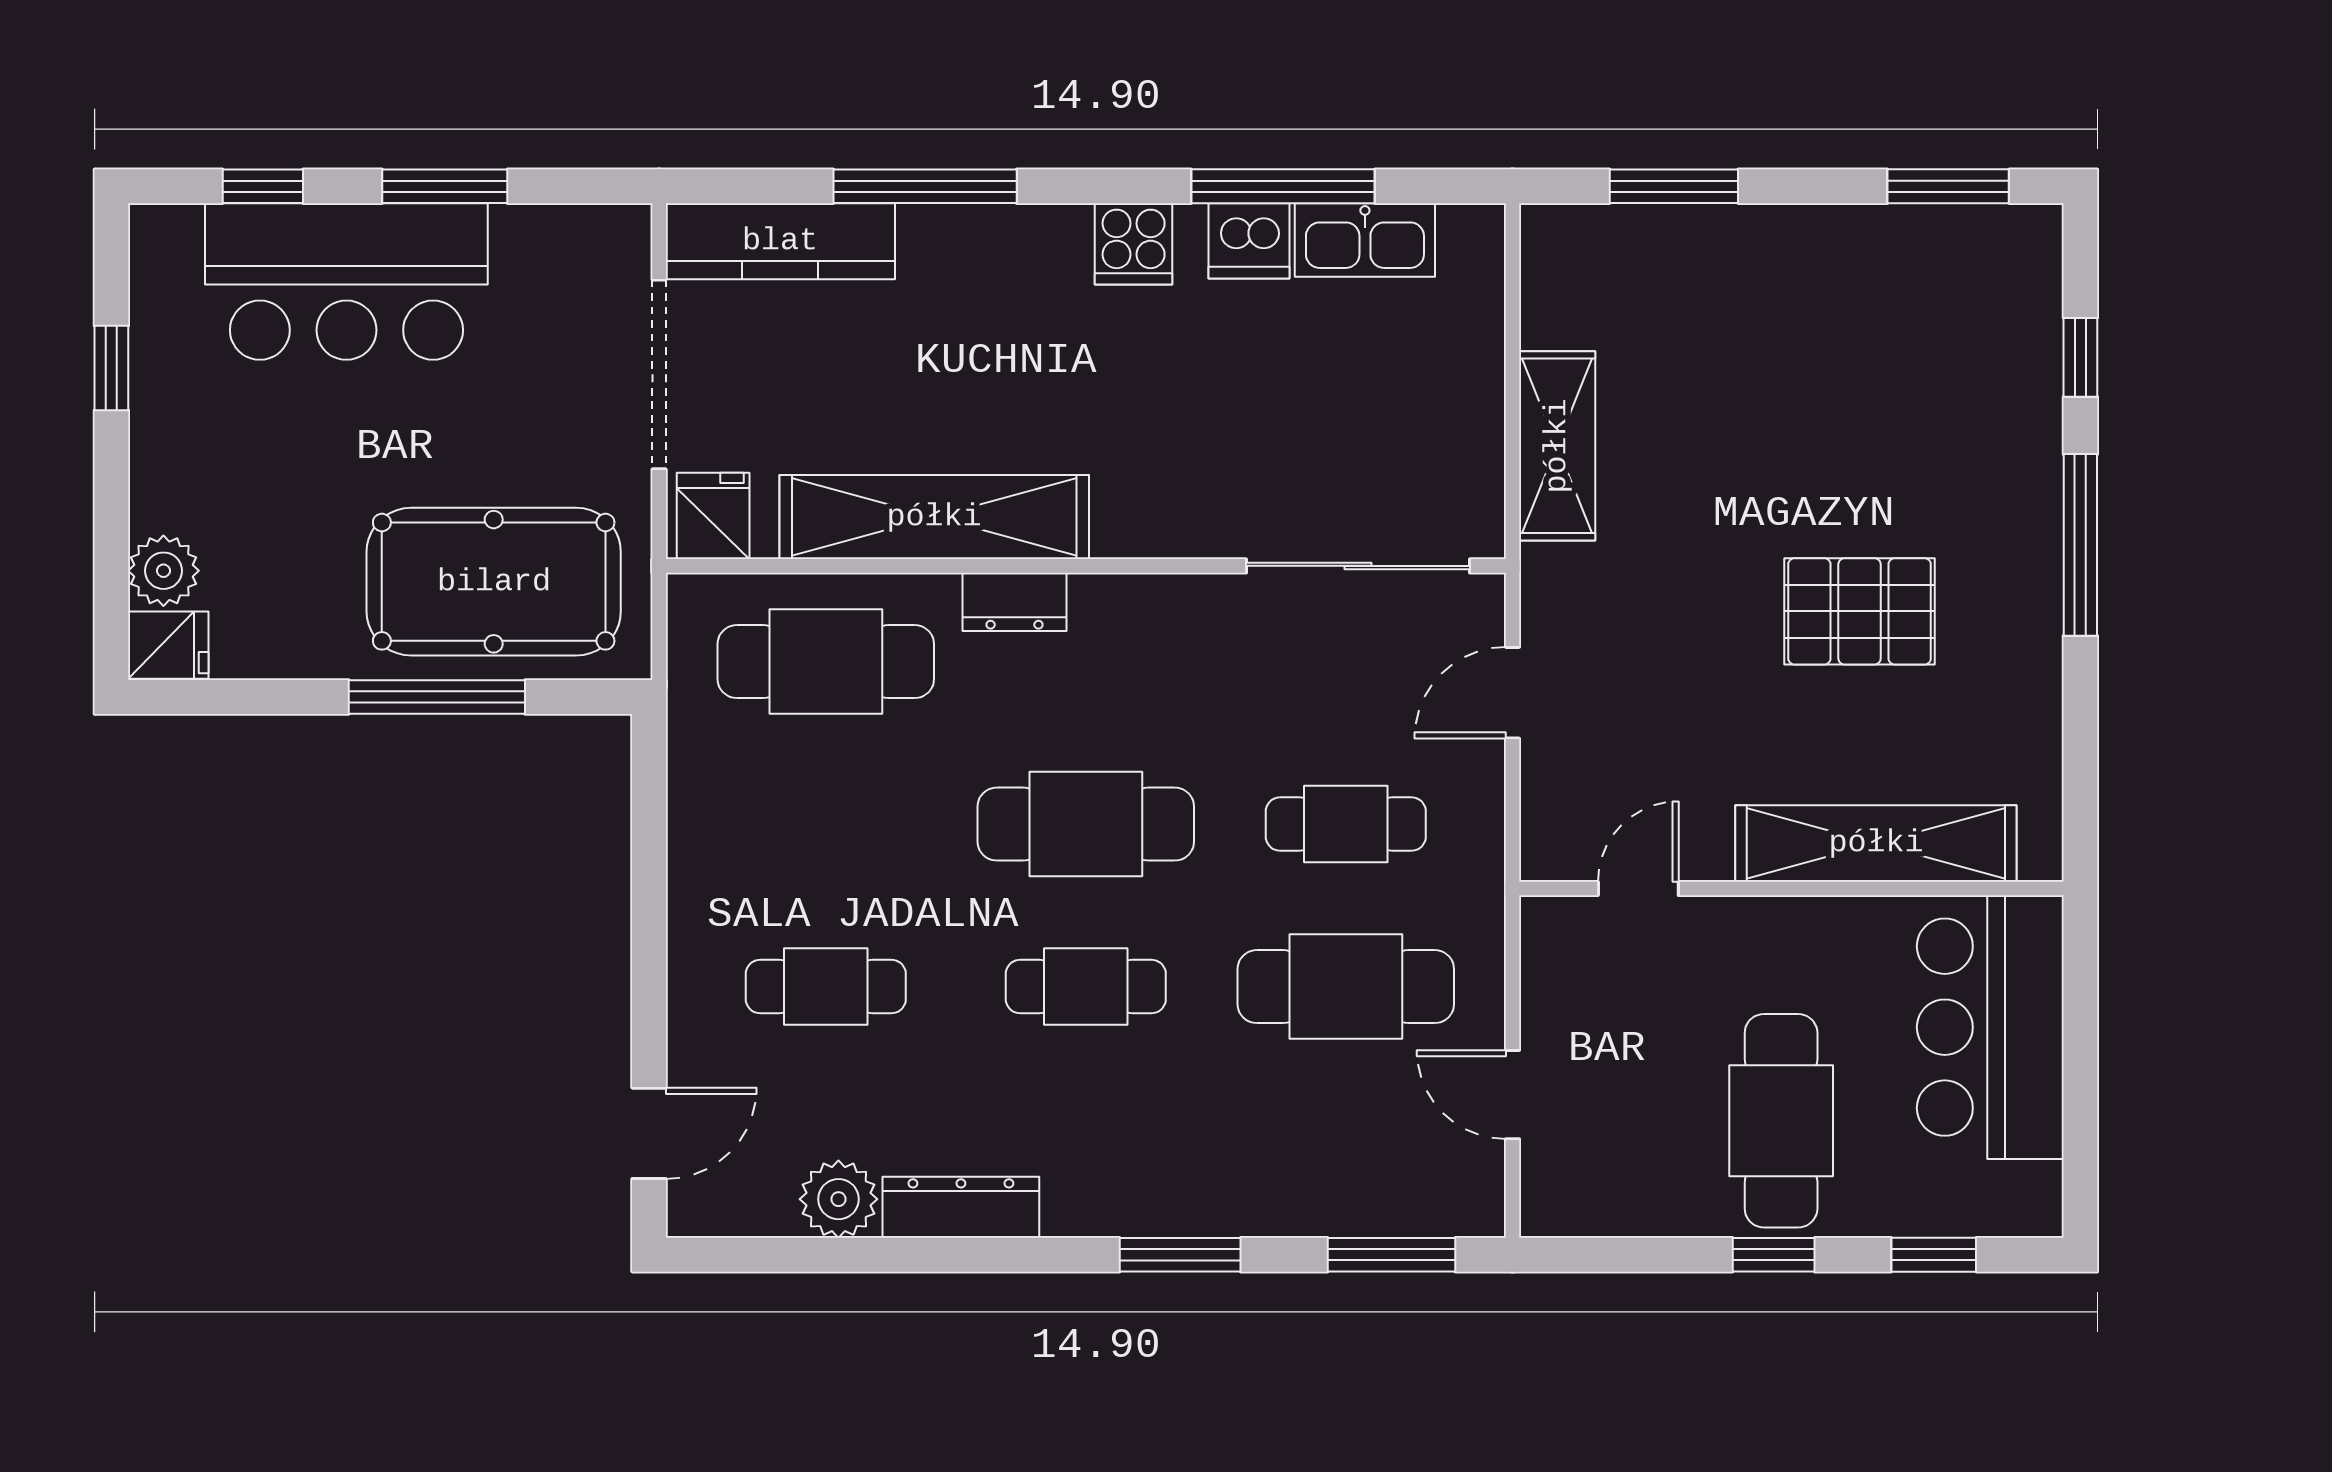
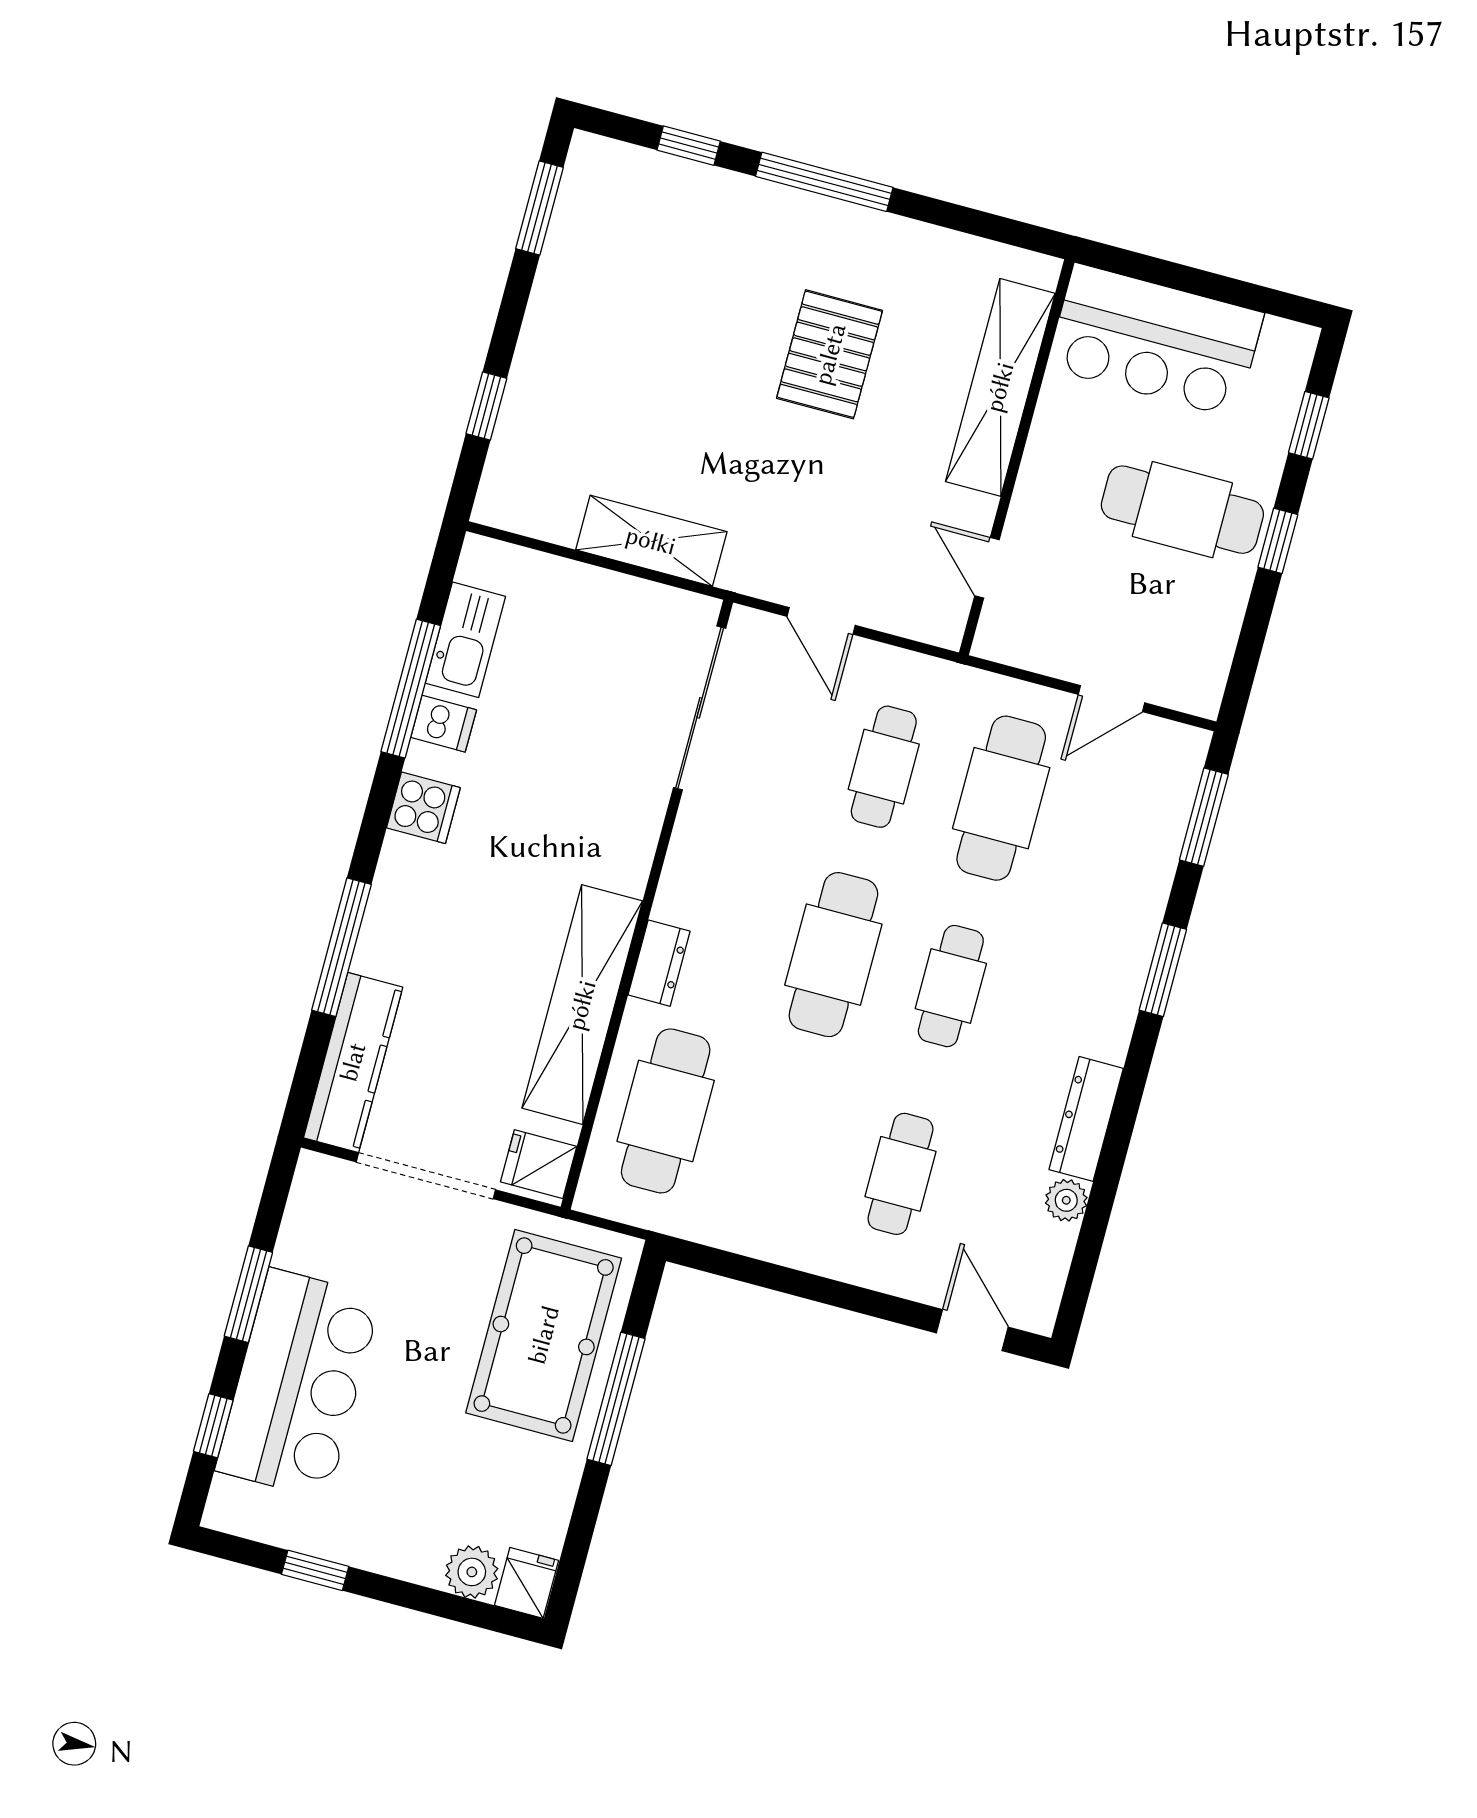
window: (1674, 186) -> (486, 406), width x0.67
dishwasher: (1249, 241) -> (444, 724), width x0.73
plant: (838, 1199) -> (1066, 1200), width x0.73, depth x0.73

